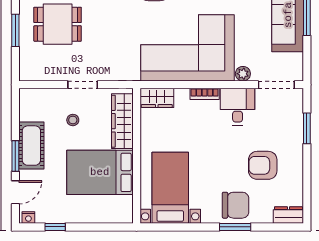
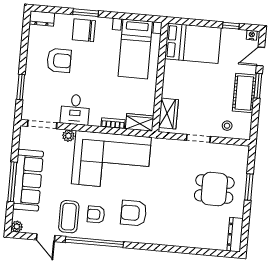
bookcase: (205, 94) -> (113, 123), moved
stool: (73, 120) -> (227, 126), moved
wardrobe: (122, 121) -> (168, 114), width x0.67
bed: (100, 172) -> (193, 43), moved

